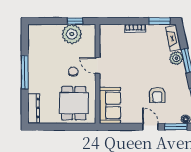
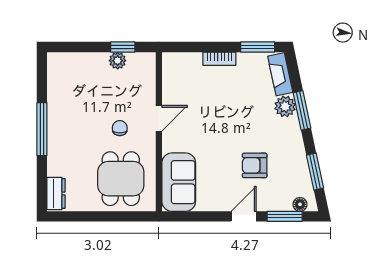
plant: (72, 34) -> (118, 61), width x0.53, depth x0.53
door: (98, 65) -> (159, 118), swing flipped
armchair: (157, 95) -> (255, 165), turned 90
dresser: (33, 108) -> (56, 193), width x0.70
door: (150, 127) -> (244, 216), hinge flipped

